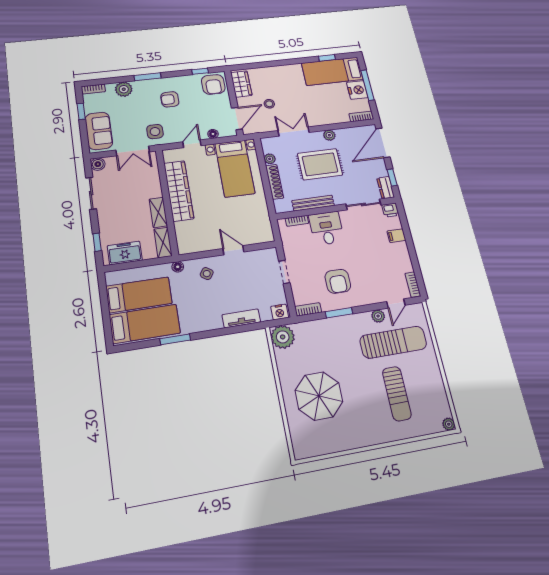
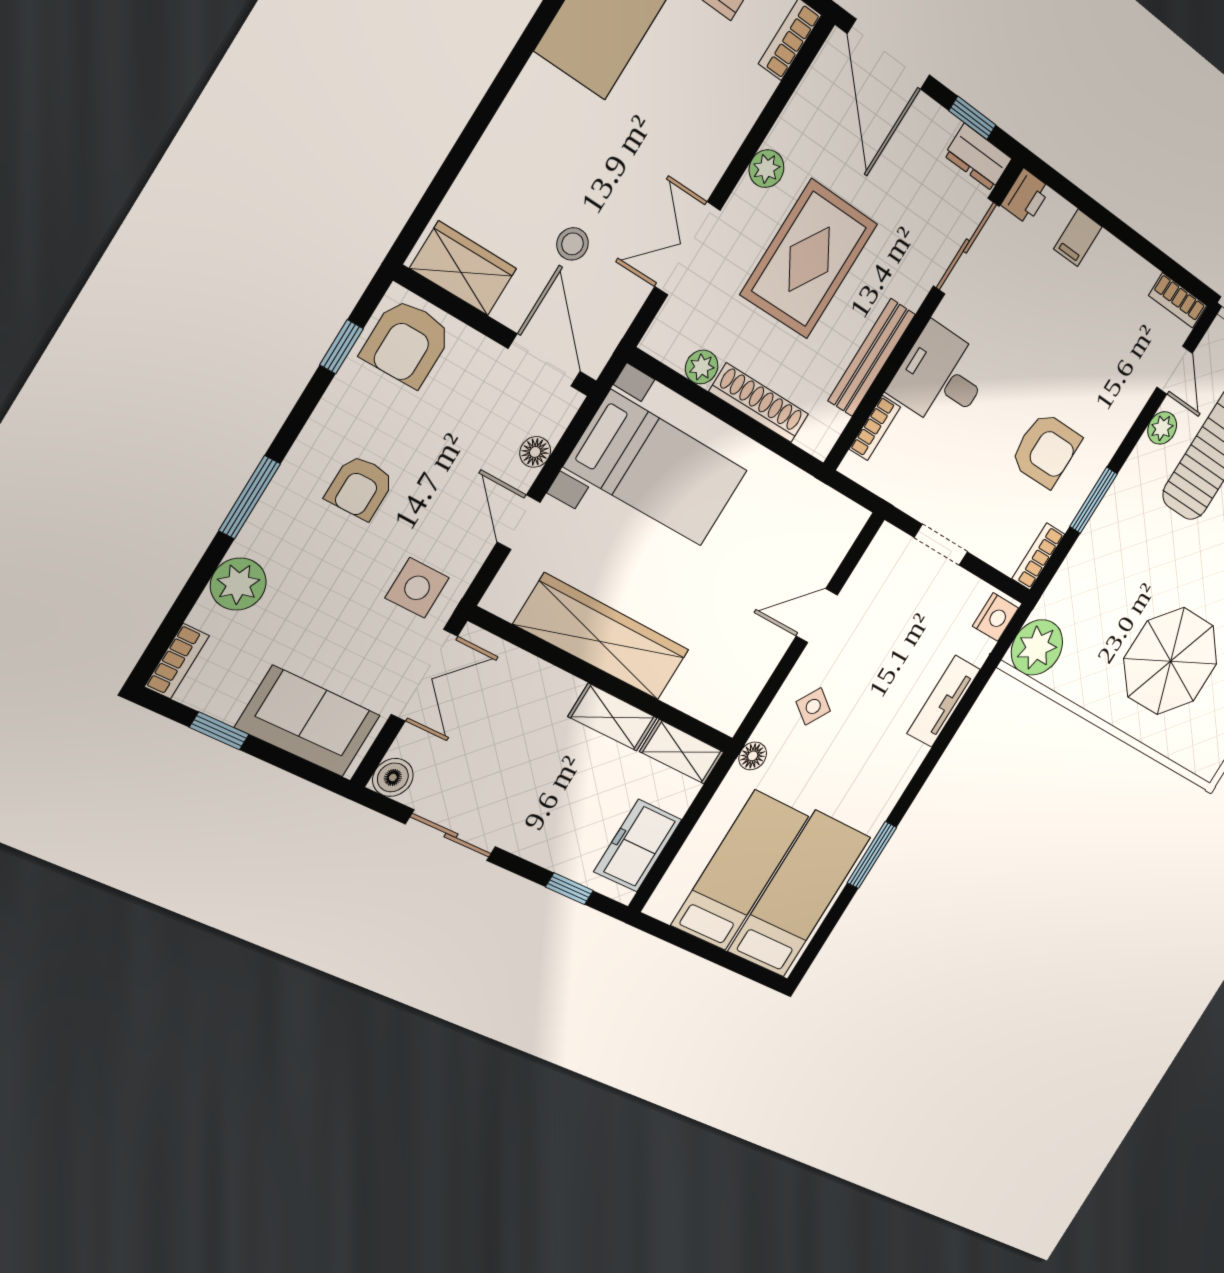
armchair: (213, 84) -> (407, 343), turned 90

